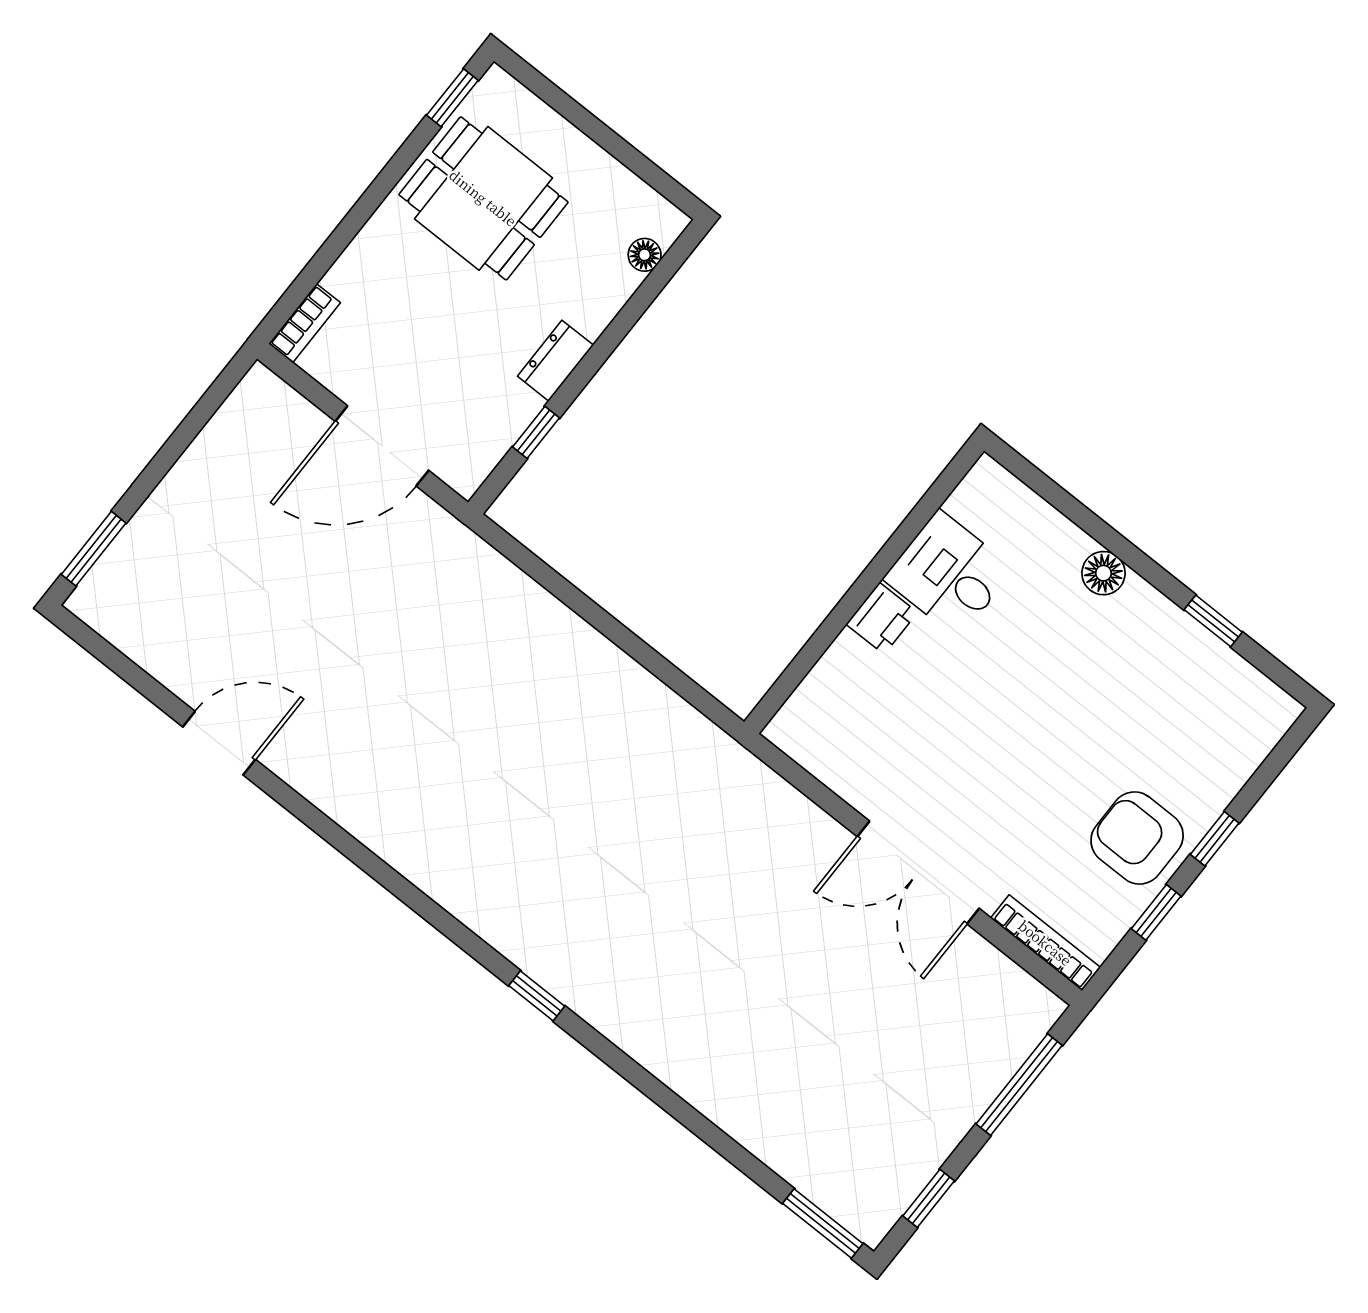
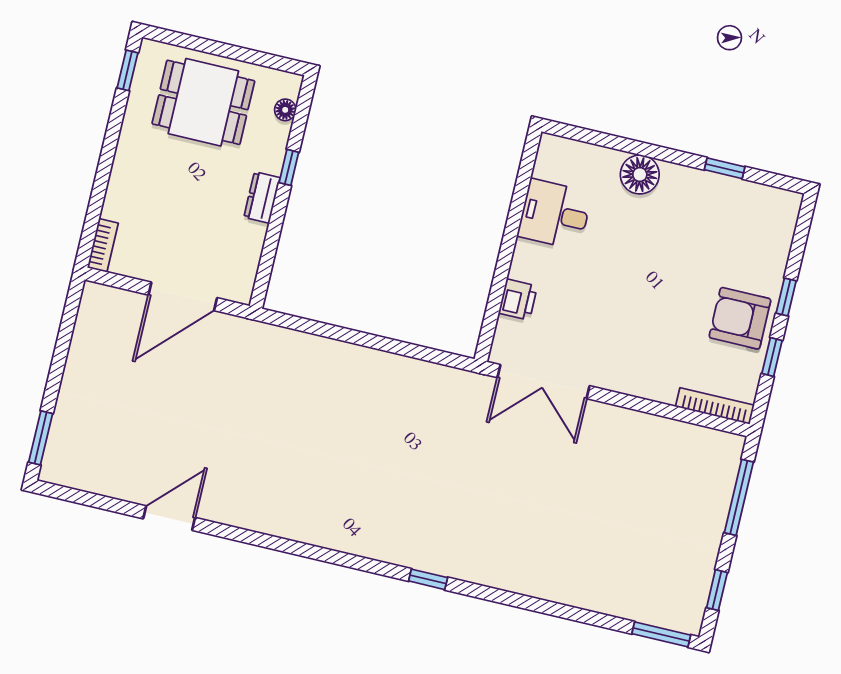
dining table: (483, 198) -> (203, 102), moved
window: (536, 432) -> (289, 167), moved
floor lamp: (1103, 573) -> (640, 175), width x1.38, depth x1.38
printer: (882, 618) -> (518, 300), moved
double door: (918, 872) -> (543, 382), moved

